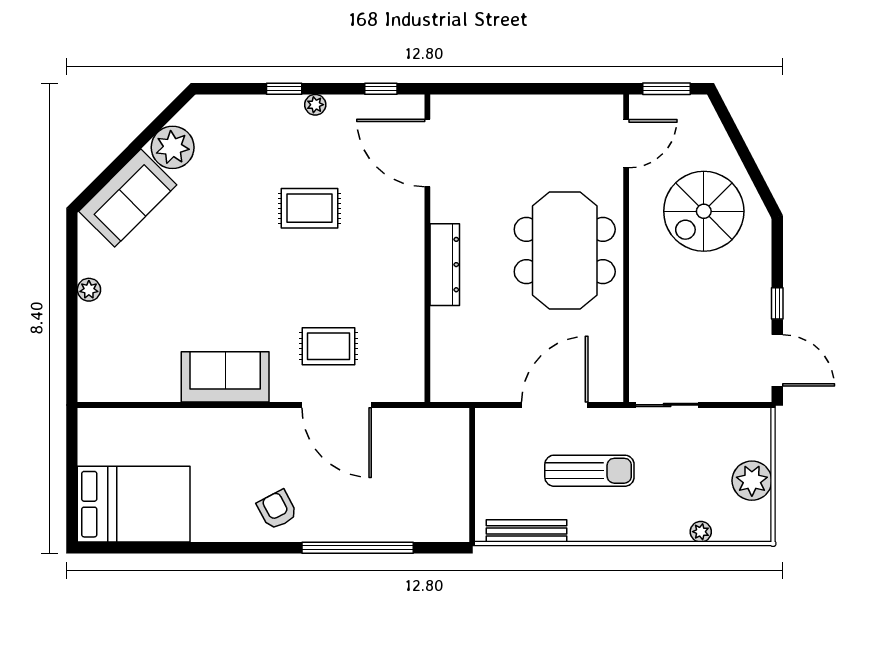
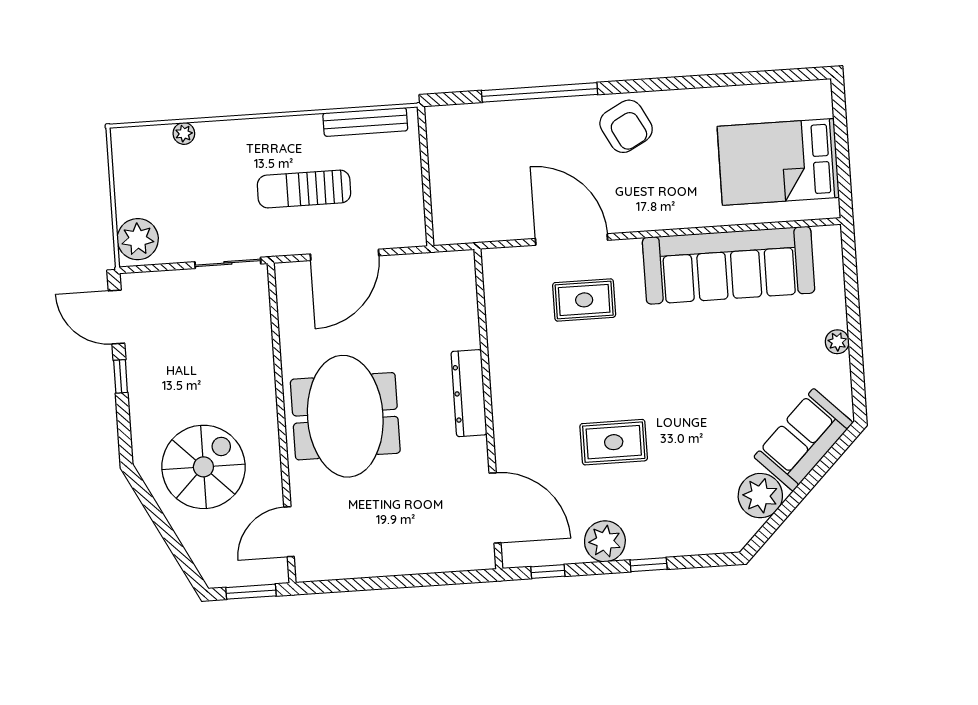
plant: (315, 105) -> (605, 541), width x1.87, depth x1.87
sofa: (225, 377) -> (729, 265), width x1.85, depth x1.27
plant: (752, 481) -> (138, 239), moved
bed: (134, 504) -> (778, 162), moved
armchair: (277, 510) -> (626, 126), width x1.38, depth x1.38

